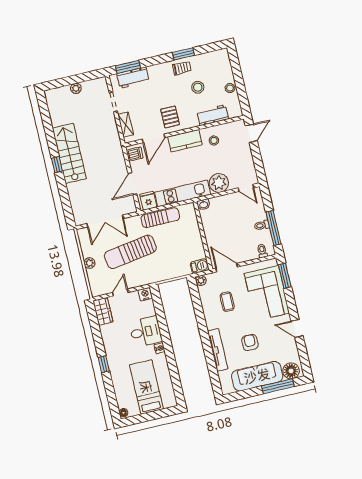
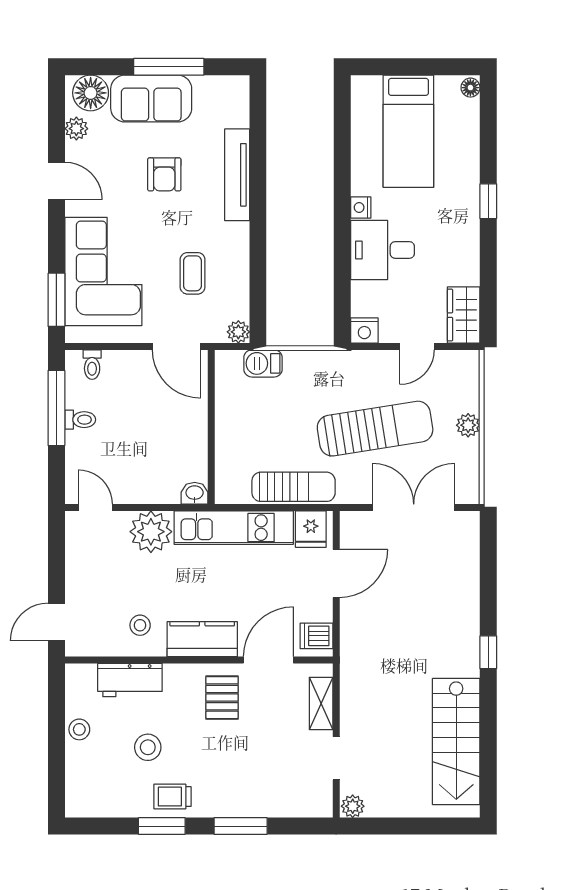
window: (128, 67) -> (241, 826), moved
workbench: (133, 78) -> (282, 801), removed
plant: (76, 88) -> (353, 806), moved
stairs: (69, 153) -> (456, 742), moved
sun lounger: (160, 218) -> (294, 487), turned 180
barbecue: (200, 266) -> (263, 363), moved
plant: (294, 354) -> (76, 129), added
sofa: (257, 376) -> (151, 99), width x0.73
window: (278, 386) -> (169, 67), moved

